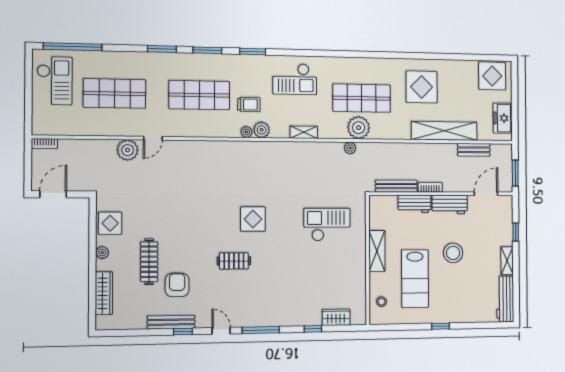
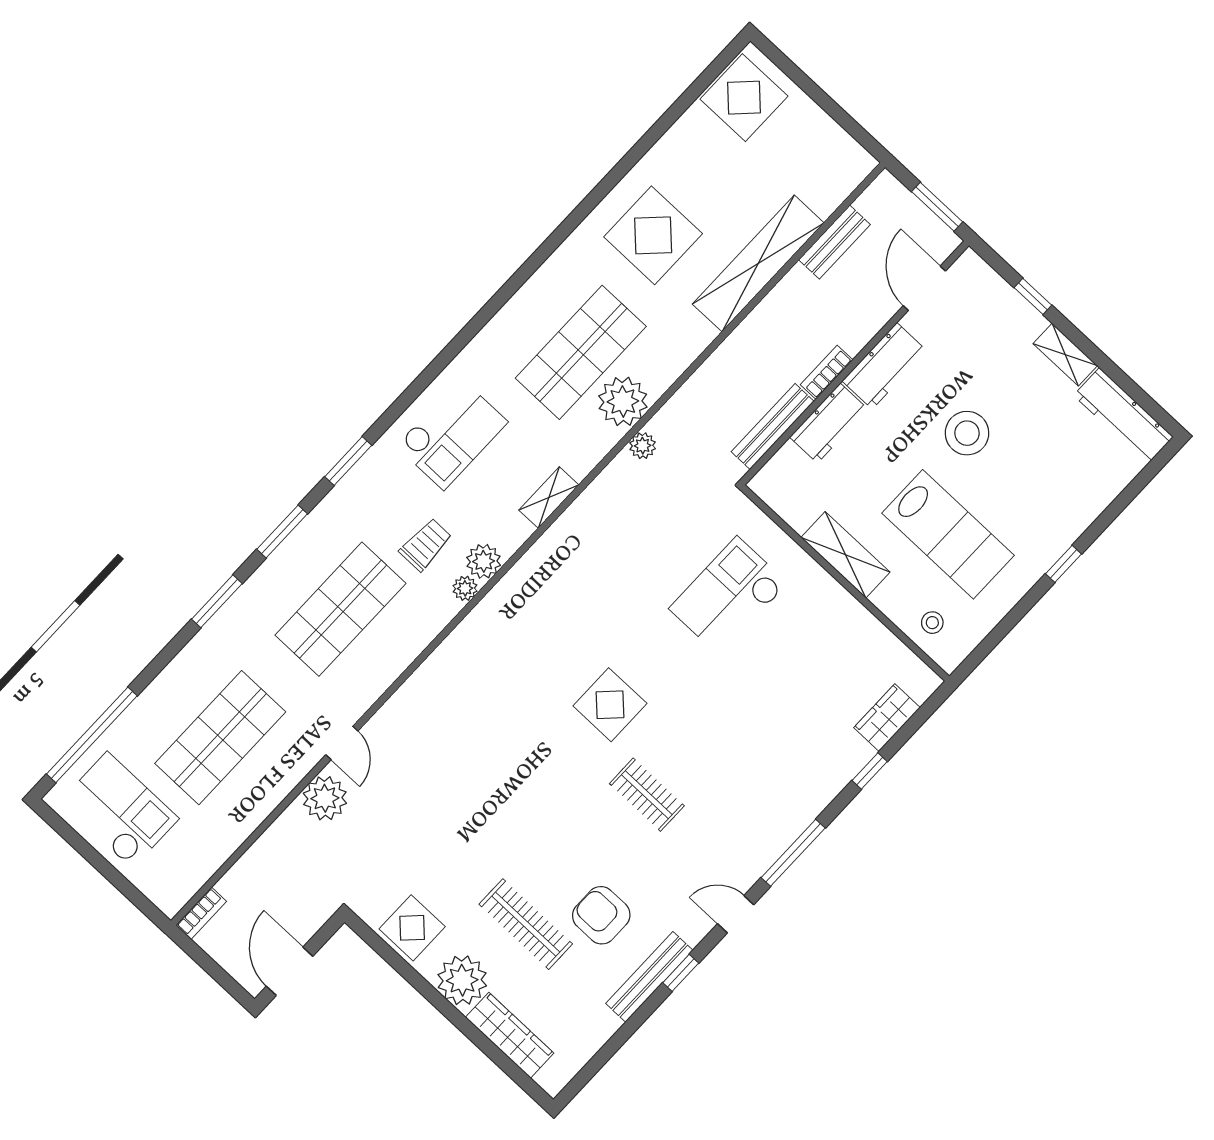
freezer: (503, 118) -> (829, 144), removed
plant: (102, 253) -> (462, 980), width x1.88, depth x1.88
clothes rail: (234, 261) -> (647, 795), turned 90

